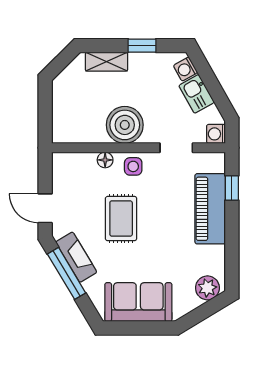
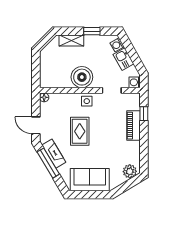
floor lamp: (105, 160) -> (44, 97), moved
piano: (210, 209) -> (133, 126), width x0.73, depth x0.75

